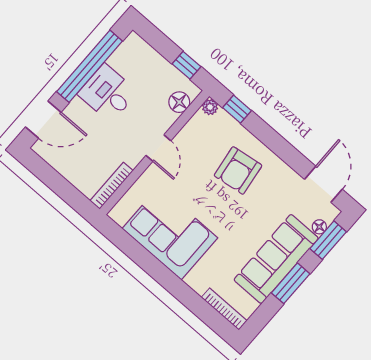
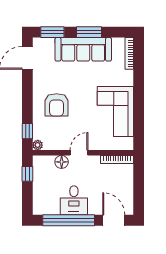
floor lamp: (179, 102) -> (62, 162), moved
armchair: (238, 170) -> (57, 105), turned 98
floor lamp: (319, 227) -> (50, 42), removed

